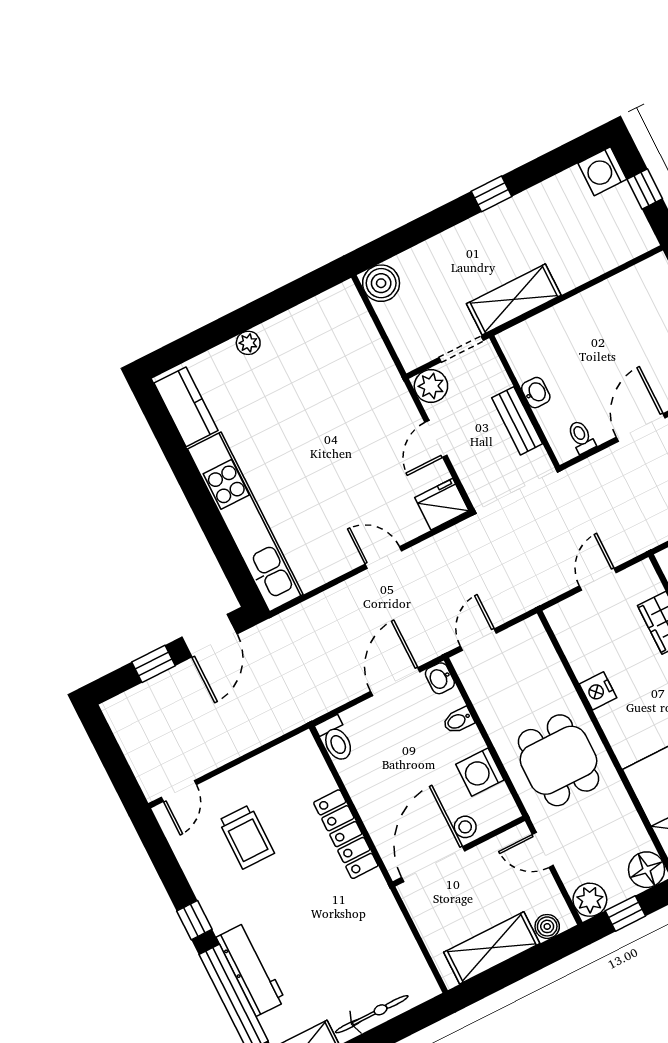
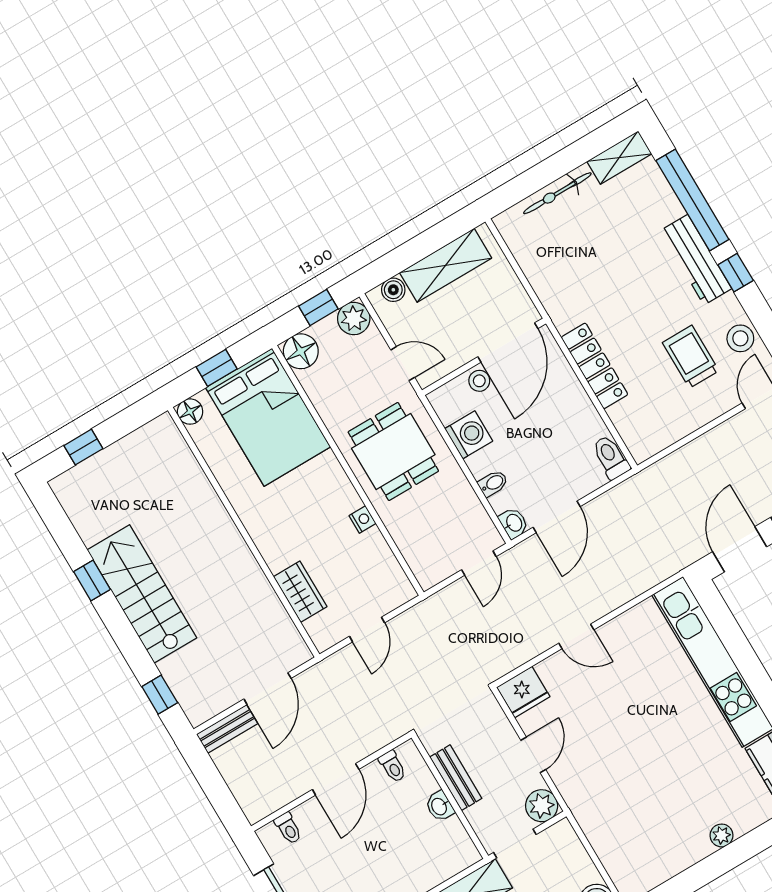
nightstand: (598, 691) -> (363, 520), width x0.72, depth x0.74
stool: (194, 852) -> (740, 338), added
workbench: (251, 969) -> (696, 260), moved

